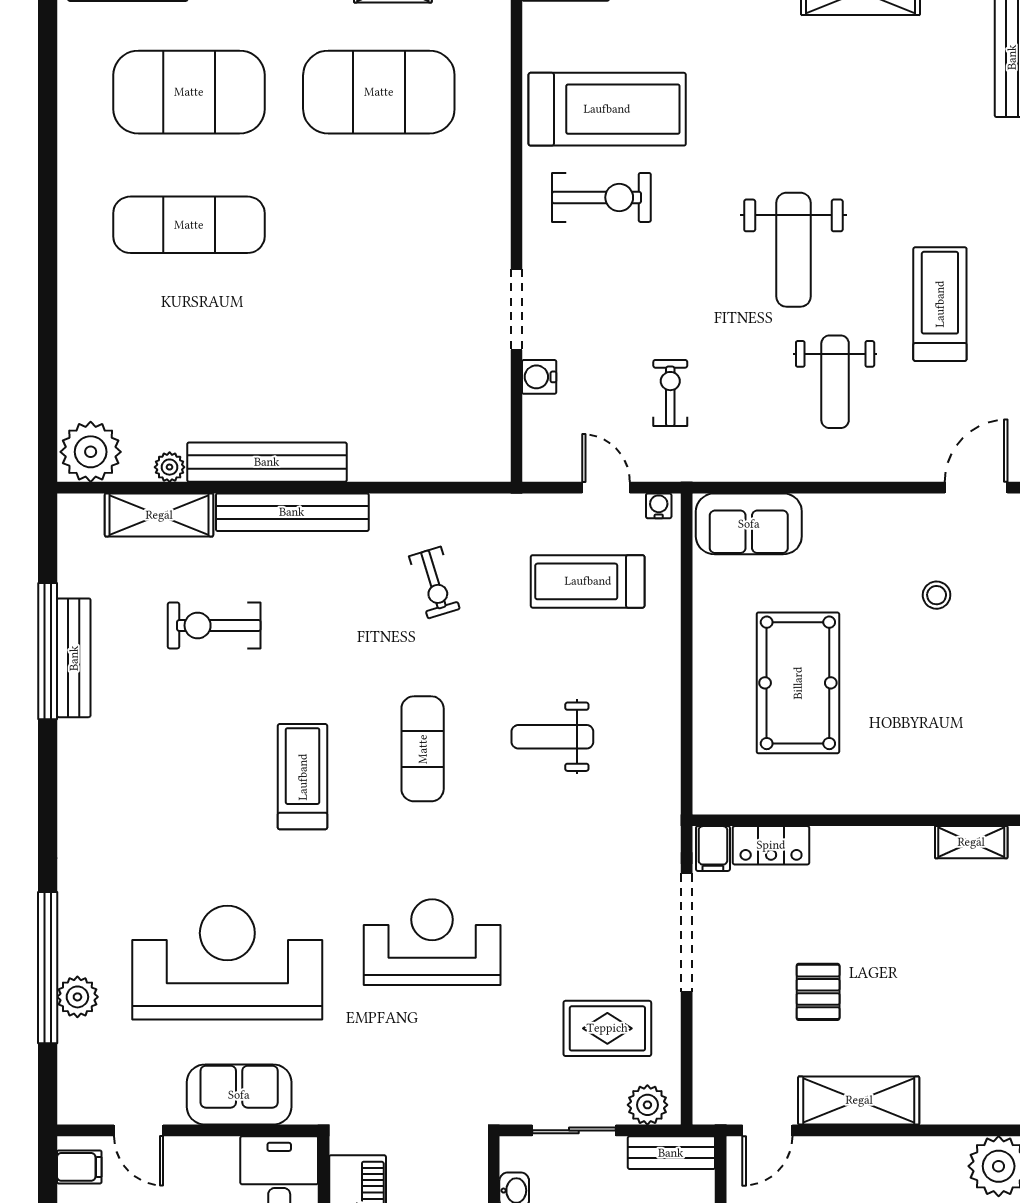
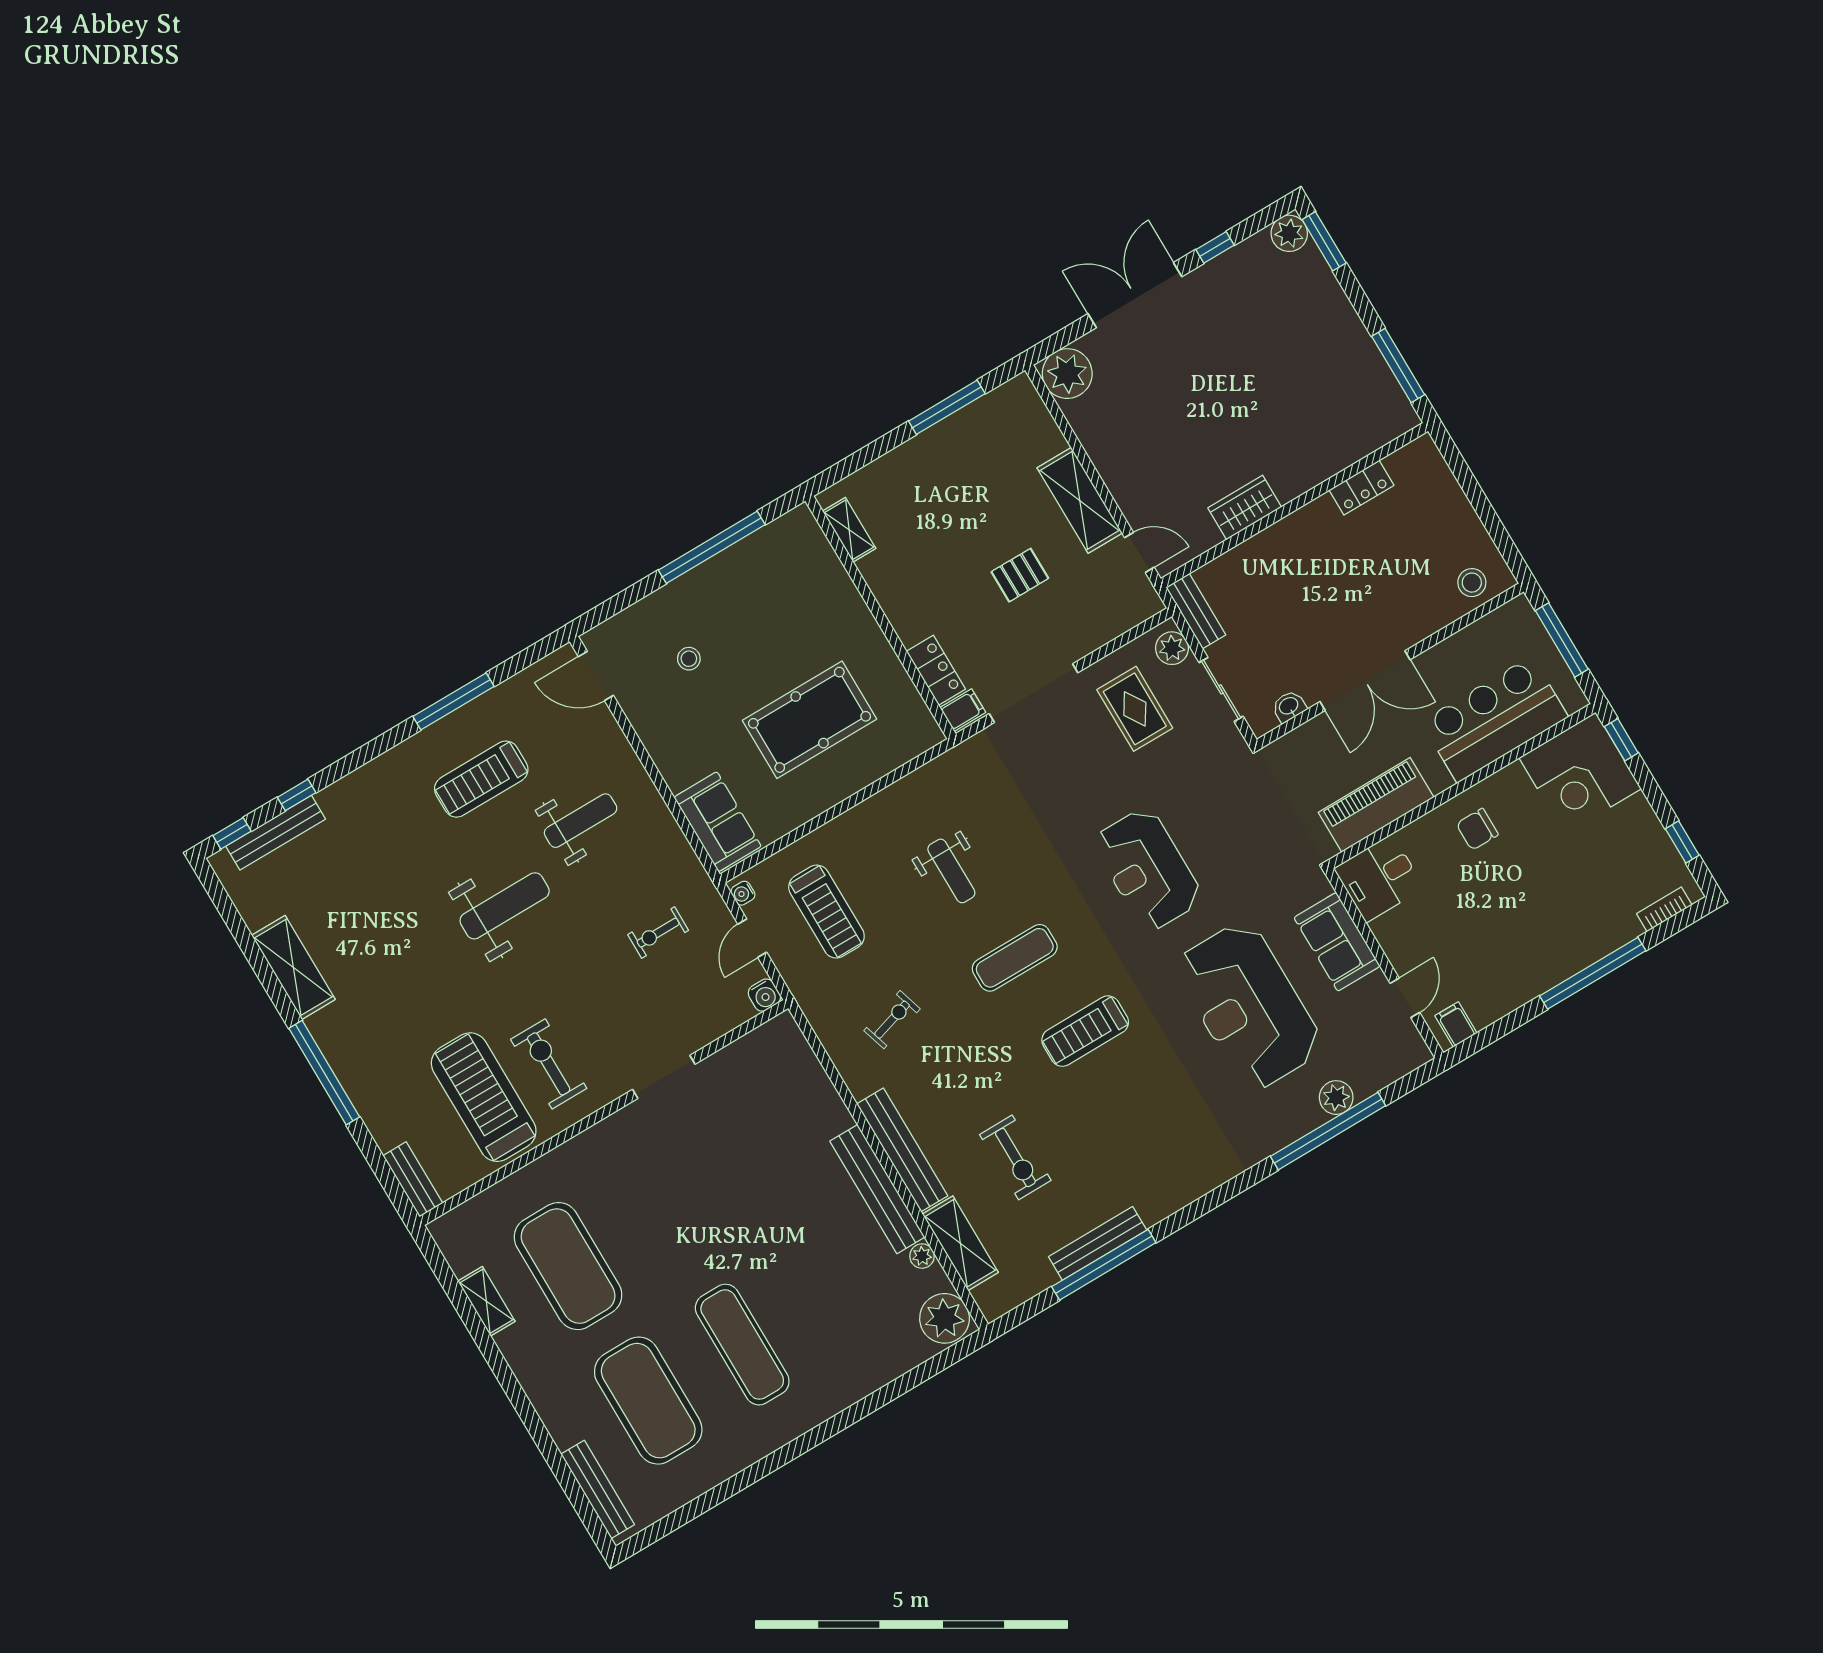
water cooler: (539, 377) -> (764, 995), moved

